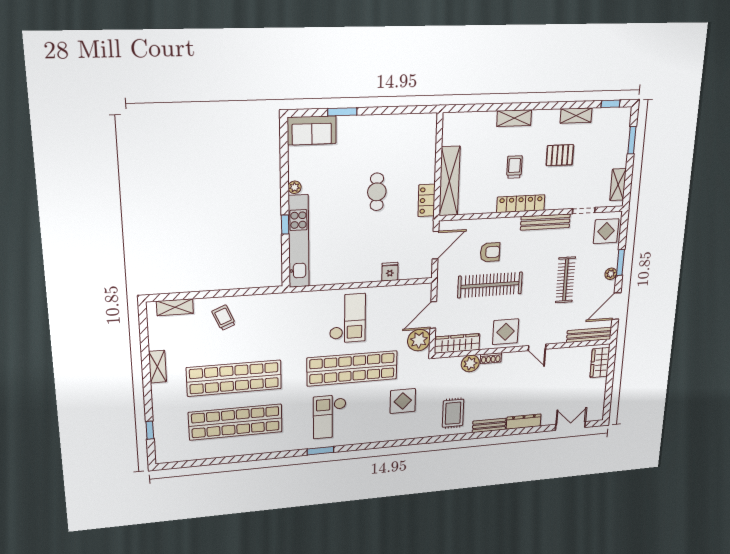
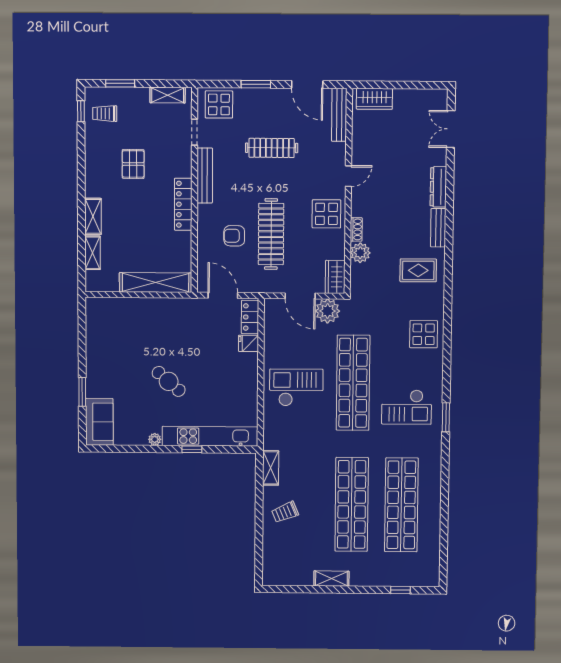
shelving: (576, 116) -> (93, 253), moved
trolley: (514, 167) -> (105, 114), moved
cafe table: (377, 192) -> (169, 381), moved, turned 41
locker: (427, 200) -> (250, 317), moved, turned 90
armchair: (490, 252) -> (234, 236), turned -90
plant: (611, 274) -> (268, 95), removed
shelving: (175, 307) -> (271, 468), moved
wardrobe: (457, 343) -> (335, 277), width x0.67
display table: (403, 401) -> (424, 334), moved

